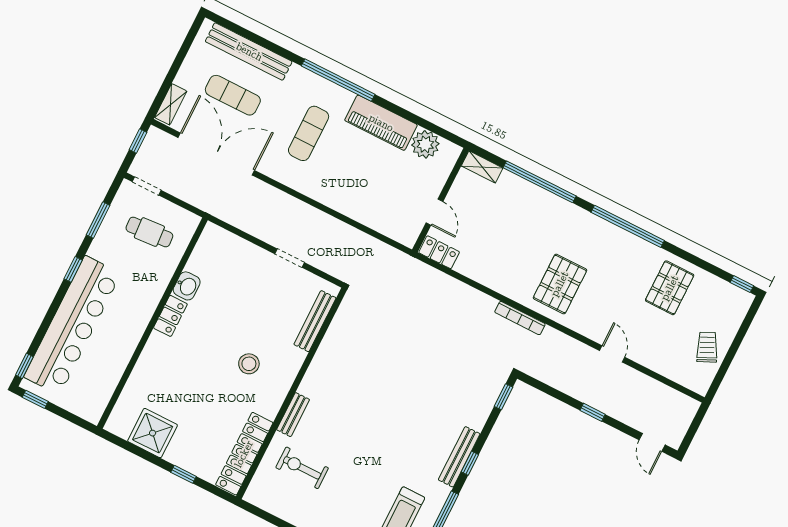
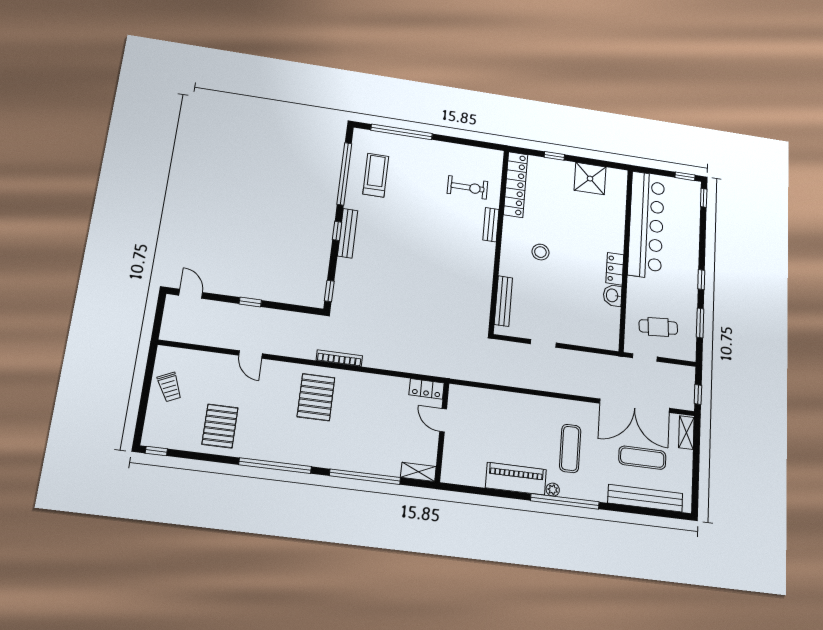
plant: (425, 144) -> (553, 490), moved, width x0.53, depth x0.53
doorway: (147, 186) -> (645, 357), moved
bar counter: (72, 325) -> (646, 225), moved, turned 180

